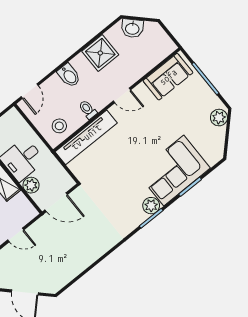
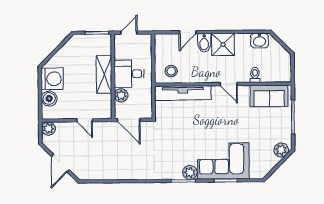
washbasin: (132, 28) -> (259, 41), moved, turned -45
shower: (100, 53) -> (223, 45), moved
door: (30, 91) -> (188, 32), moved
toilet: (88, 110) -> (255, 75), moved

